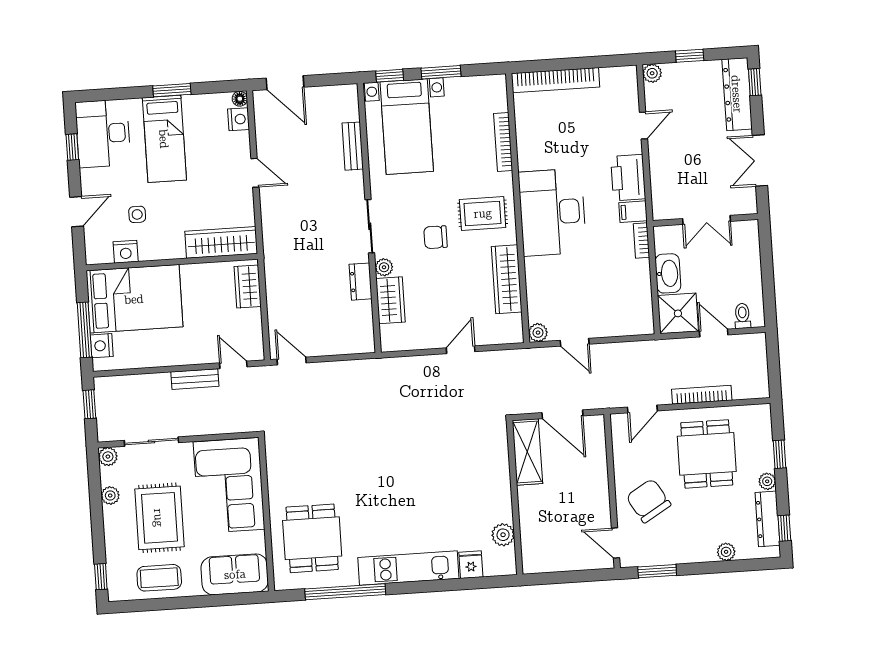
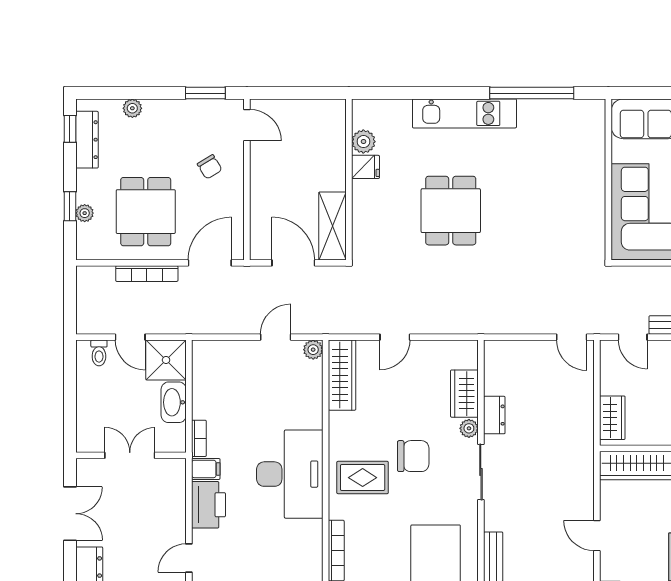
chair: (436, 237) -> (413, 456), width x1.37, depth x1.37
wardrobe: (507, 279) -> (342, 375), moved
door: (575, 342) -> (276, 337), hinge flipped
door: (642, 409) -> (210, 263), width x1.38
plant: (767, 481) -> (85, 213), moved
chair: (648, 501) -> (210, 167), width x0.54, depth x0.54
dining table: (312, 538) -> (451, 211), moved
fridge: (471, 565) -> (365, 167), moved, turned -90

